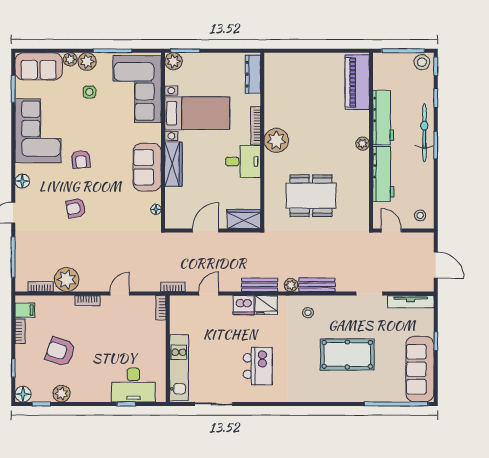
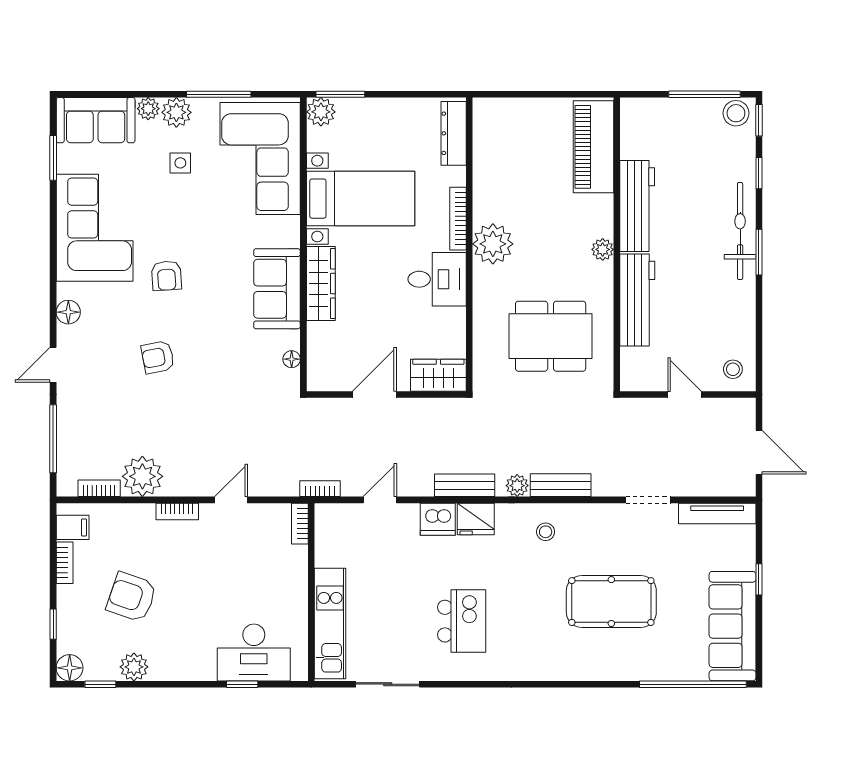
piano: (357, 82) -> (594, 147), moved
workbench: (383, 118) -> (637, 206), moved
wall: (371, 141) -> (617, 244), moved
plant: (363, 144) -> (603, 249), moved
workbench: (383, 174) -> (637, 300), moved

